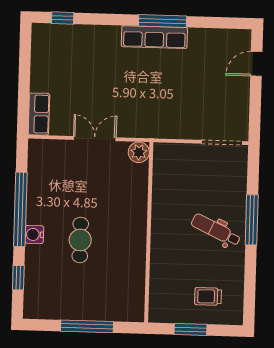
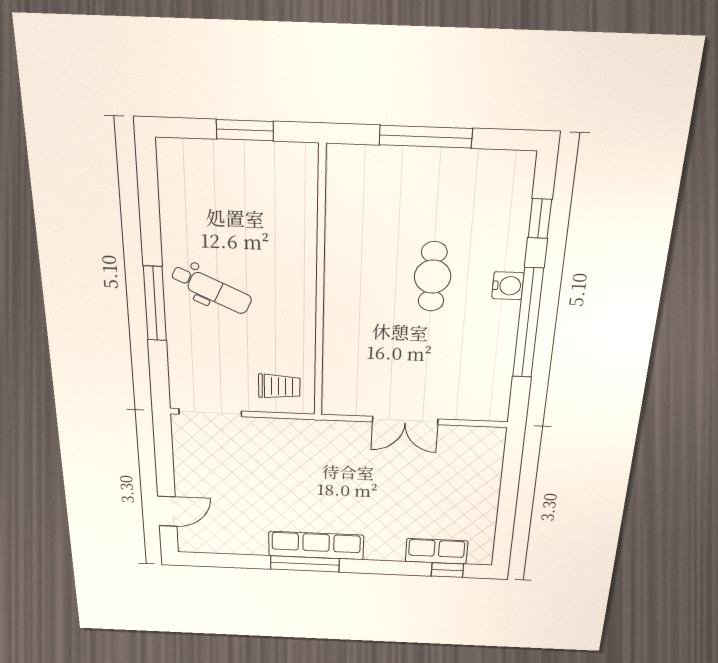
row of seats: (39, 114) -> (436, 551), moved, turned 90
plant: (139, 152) -> (337, 401), removed
trolley: (208, 296) -> (279, 386), moved

